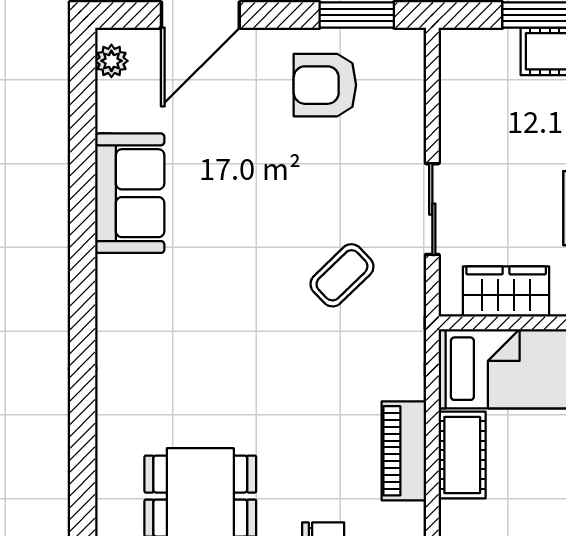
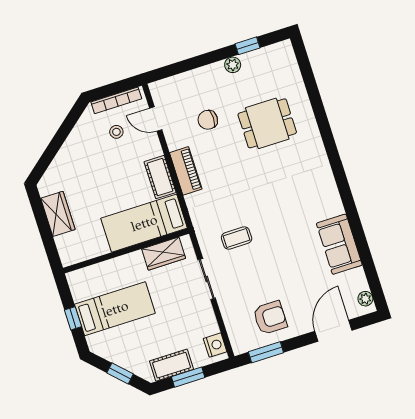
nightstand: (459, 64) -> (215, 345), added
coffee table: (342, 275) -> (237, 238), turned 44

